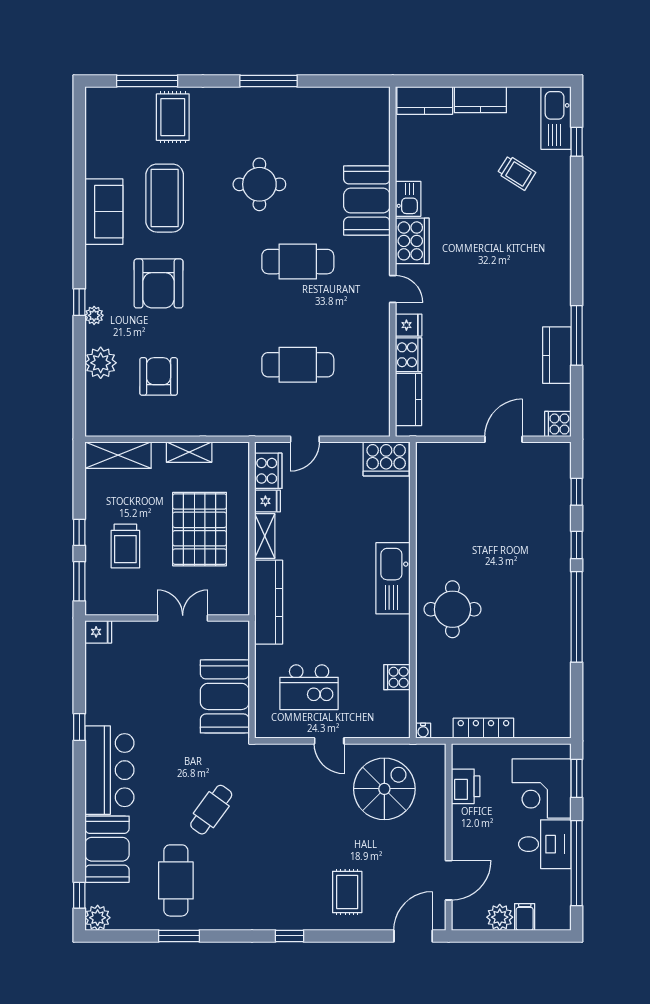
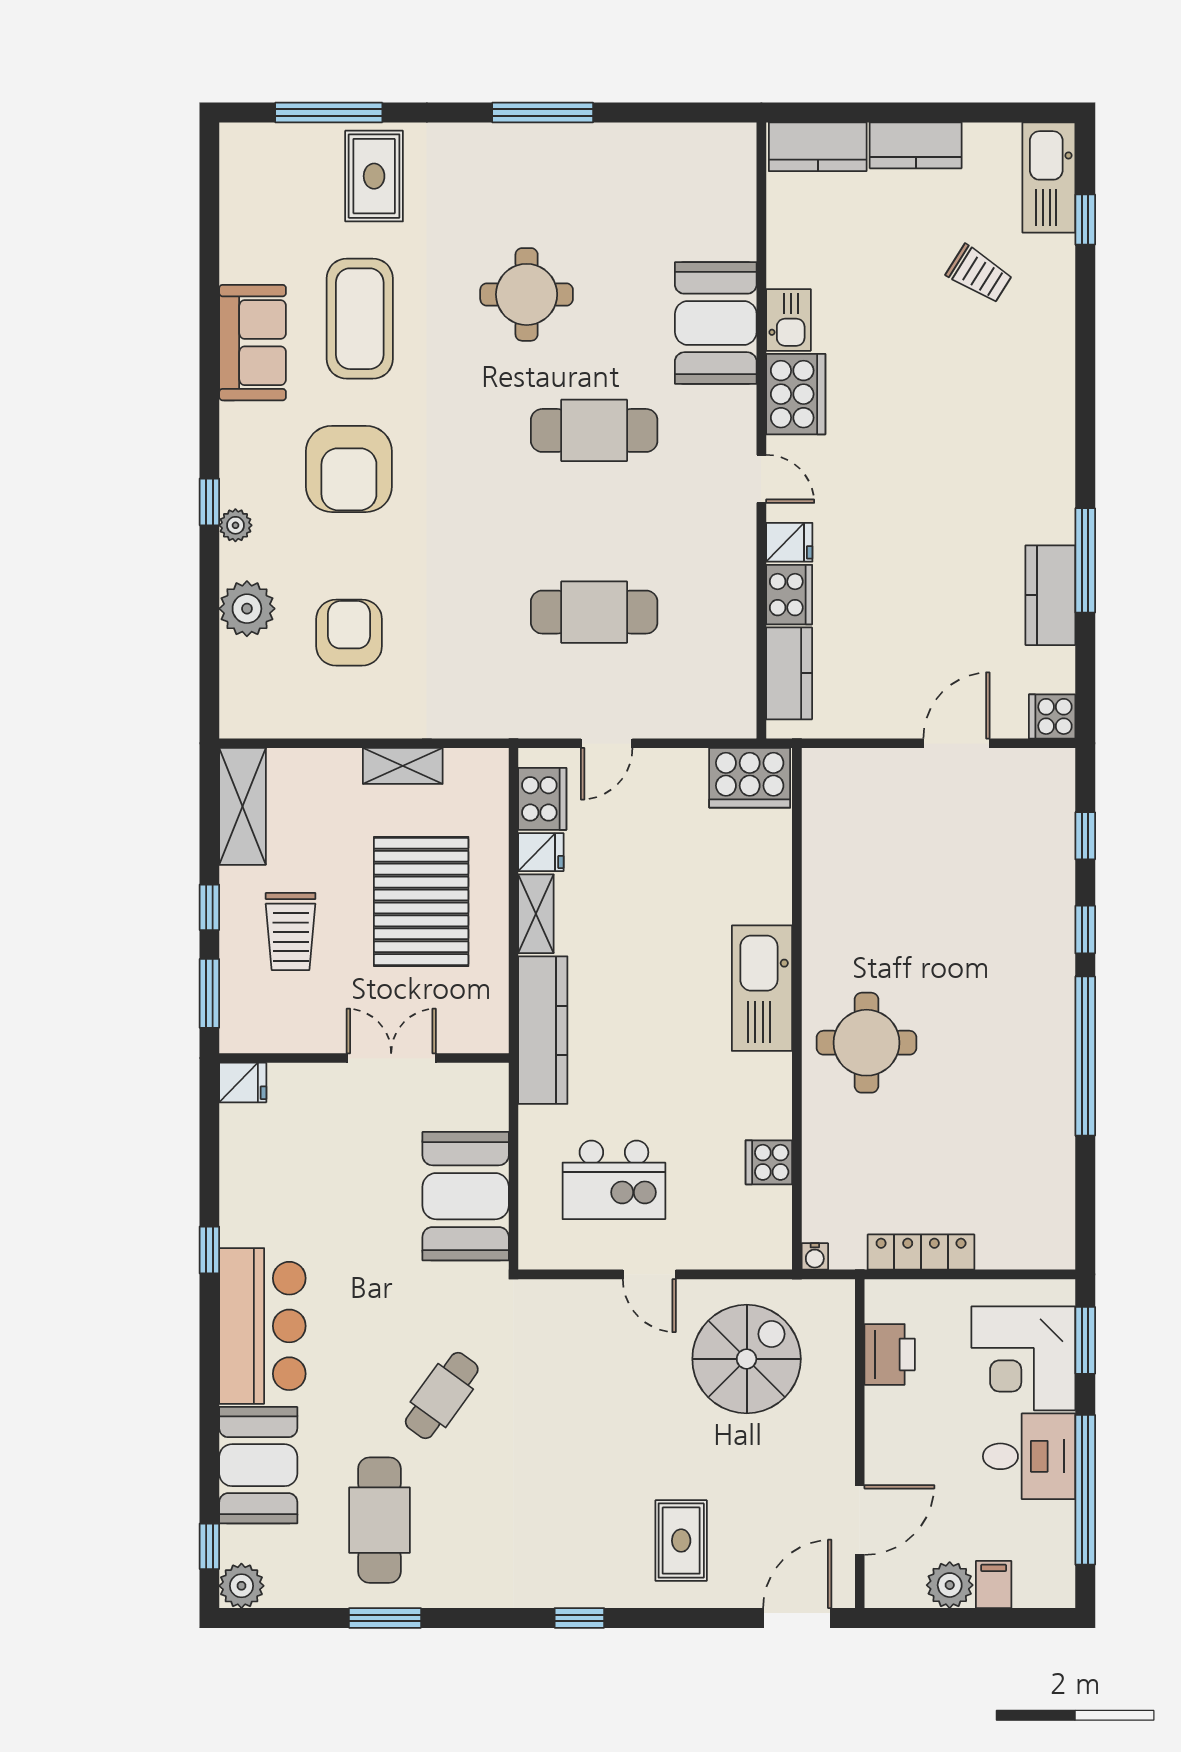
shelving: (118, 455) -> (243, 806), moved, turned 90

